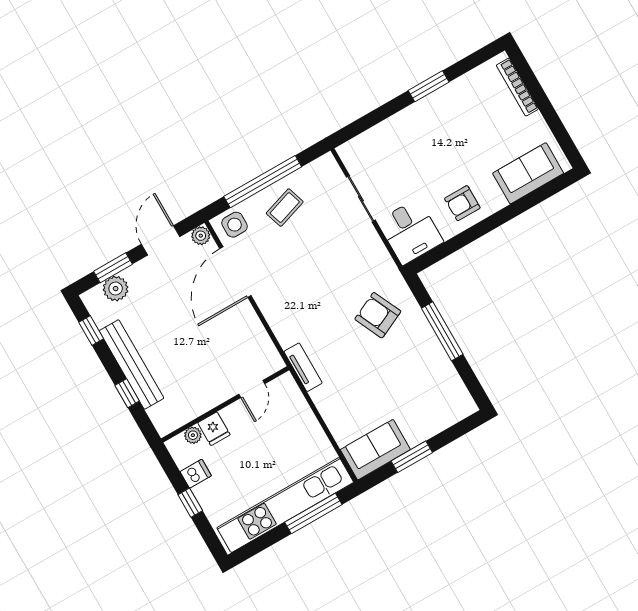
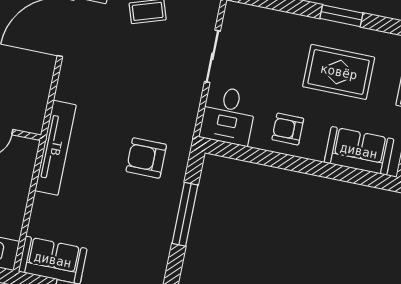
rug: (463, 129) -> (339, 72), added
armchair: (378, 315) -> (146, 158), turned -65
tv unit: (303, 367) -> (56, 148), width x1.92, depth x1.29

